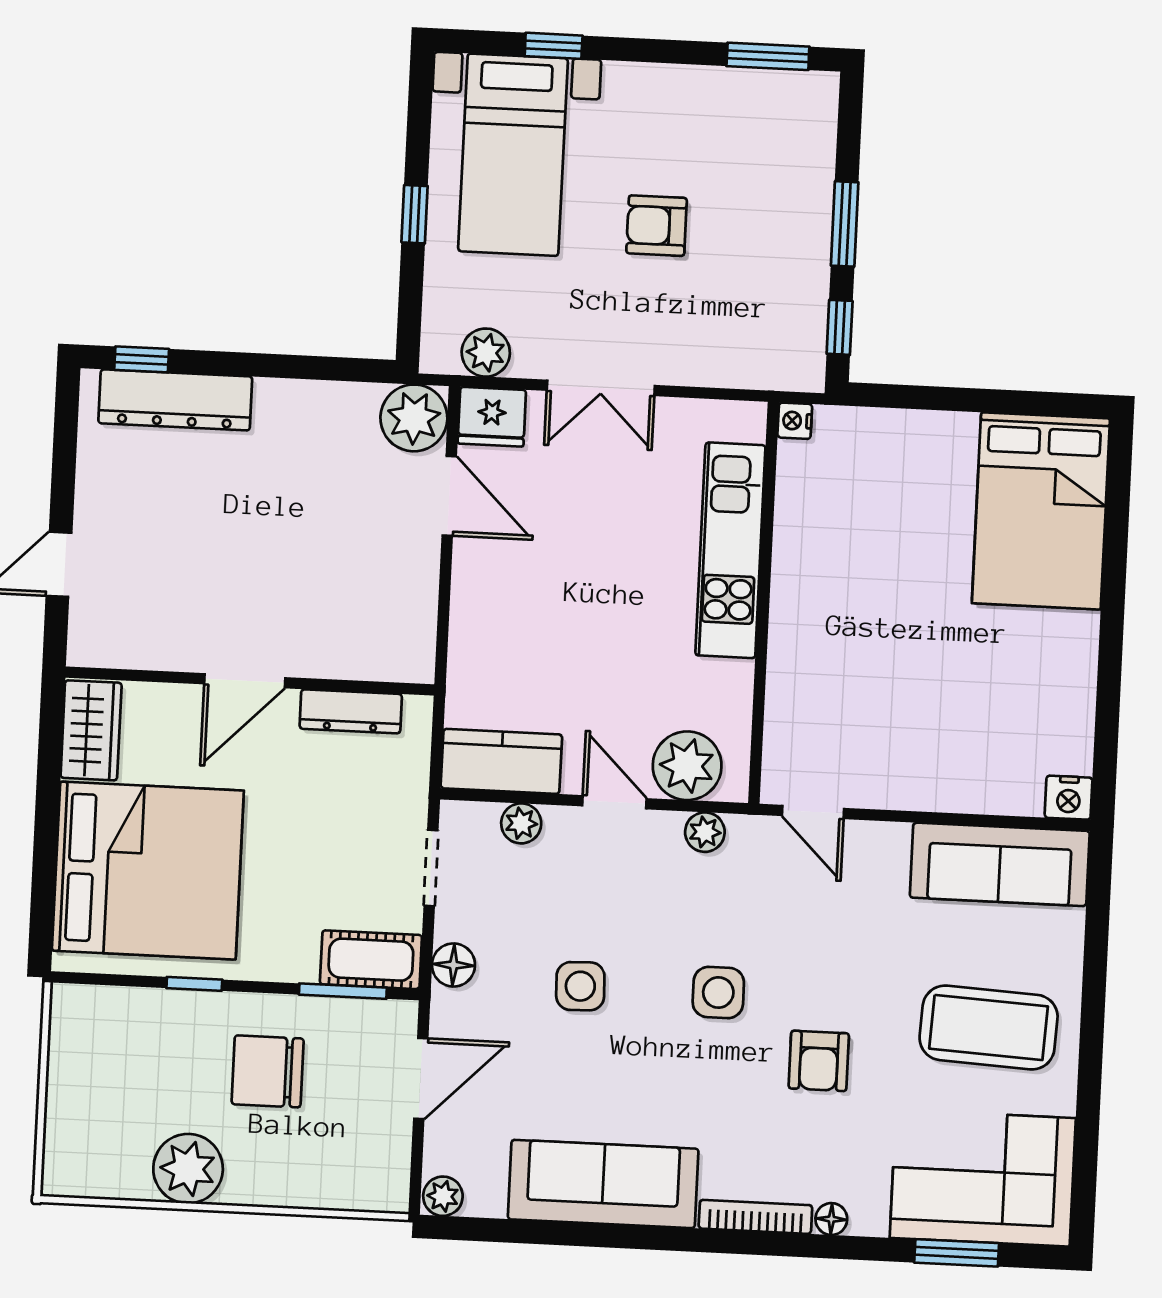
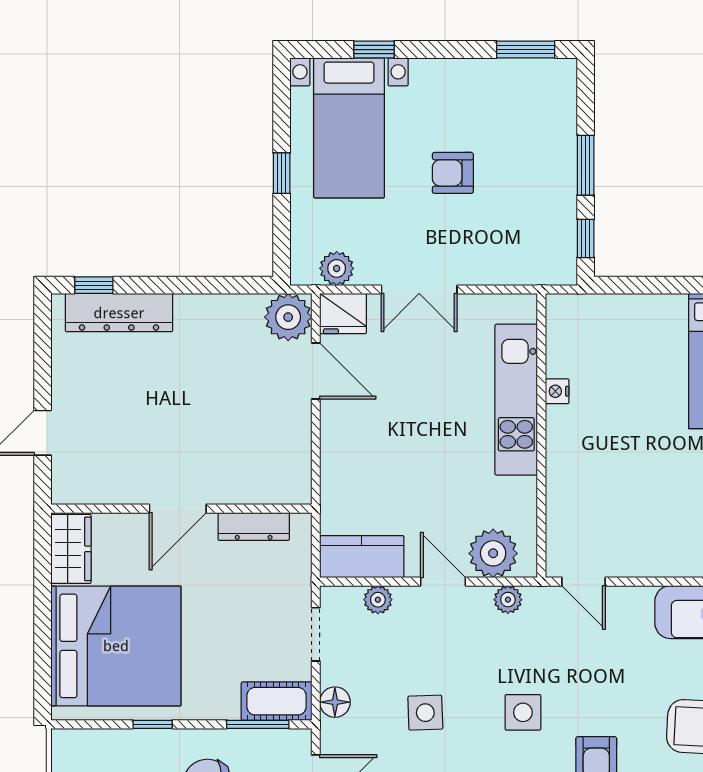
nightstand: (795, 421) -> (557, 391), moved

